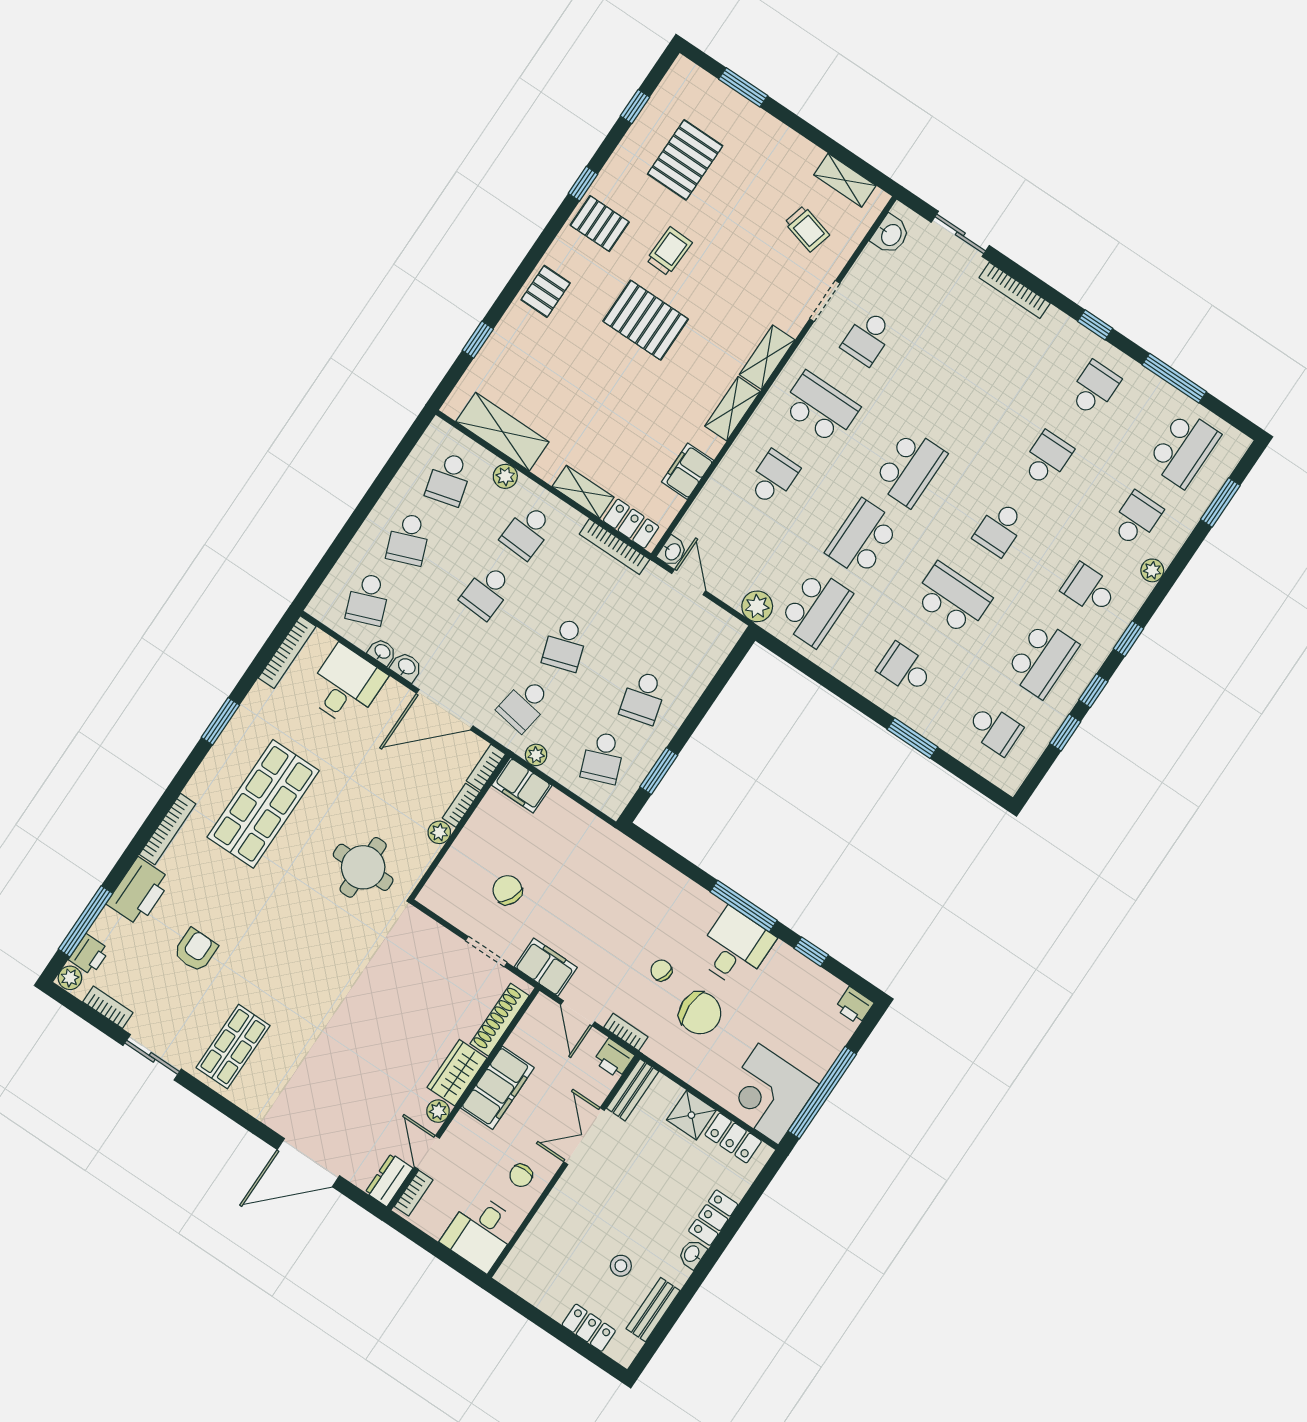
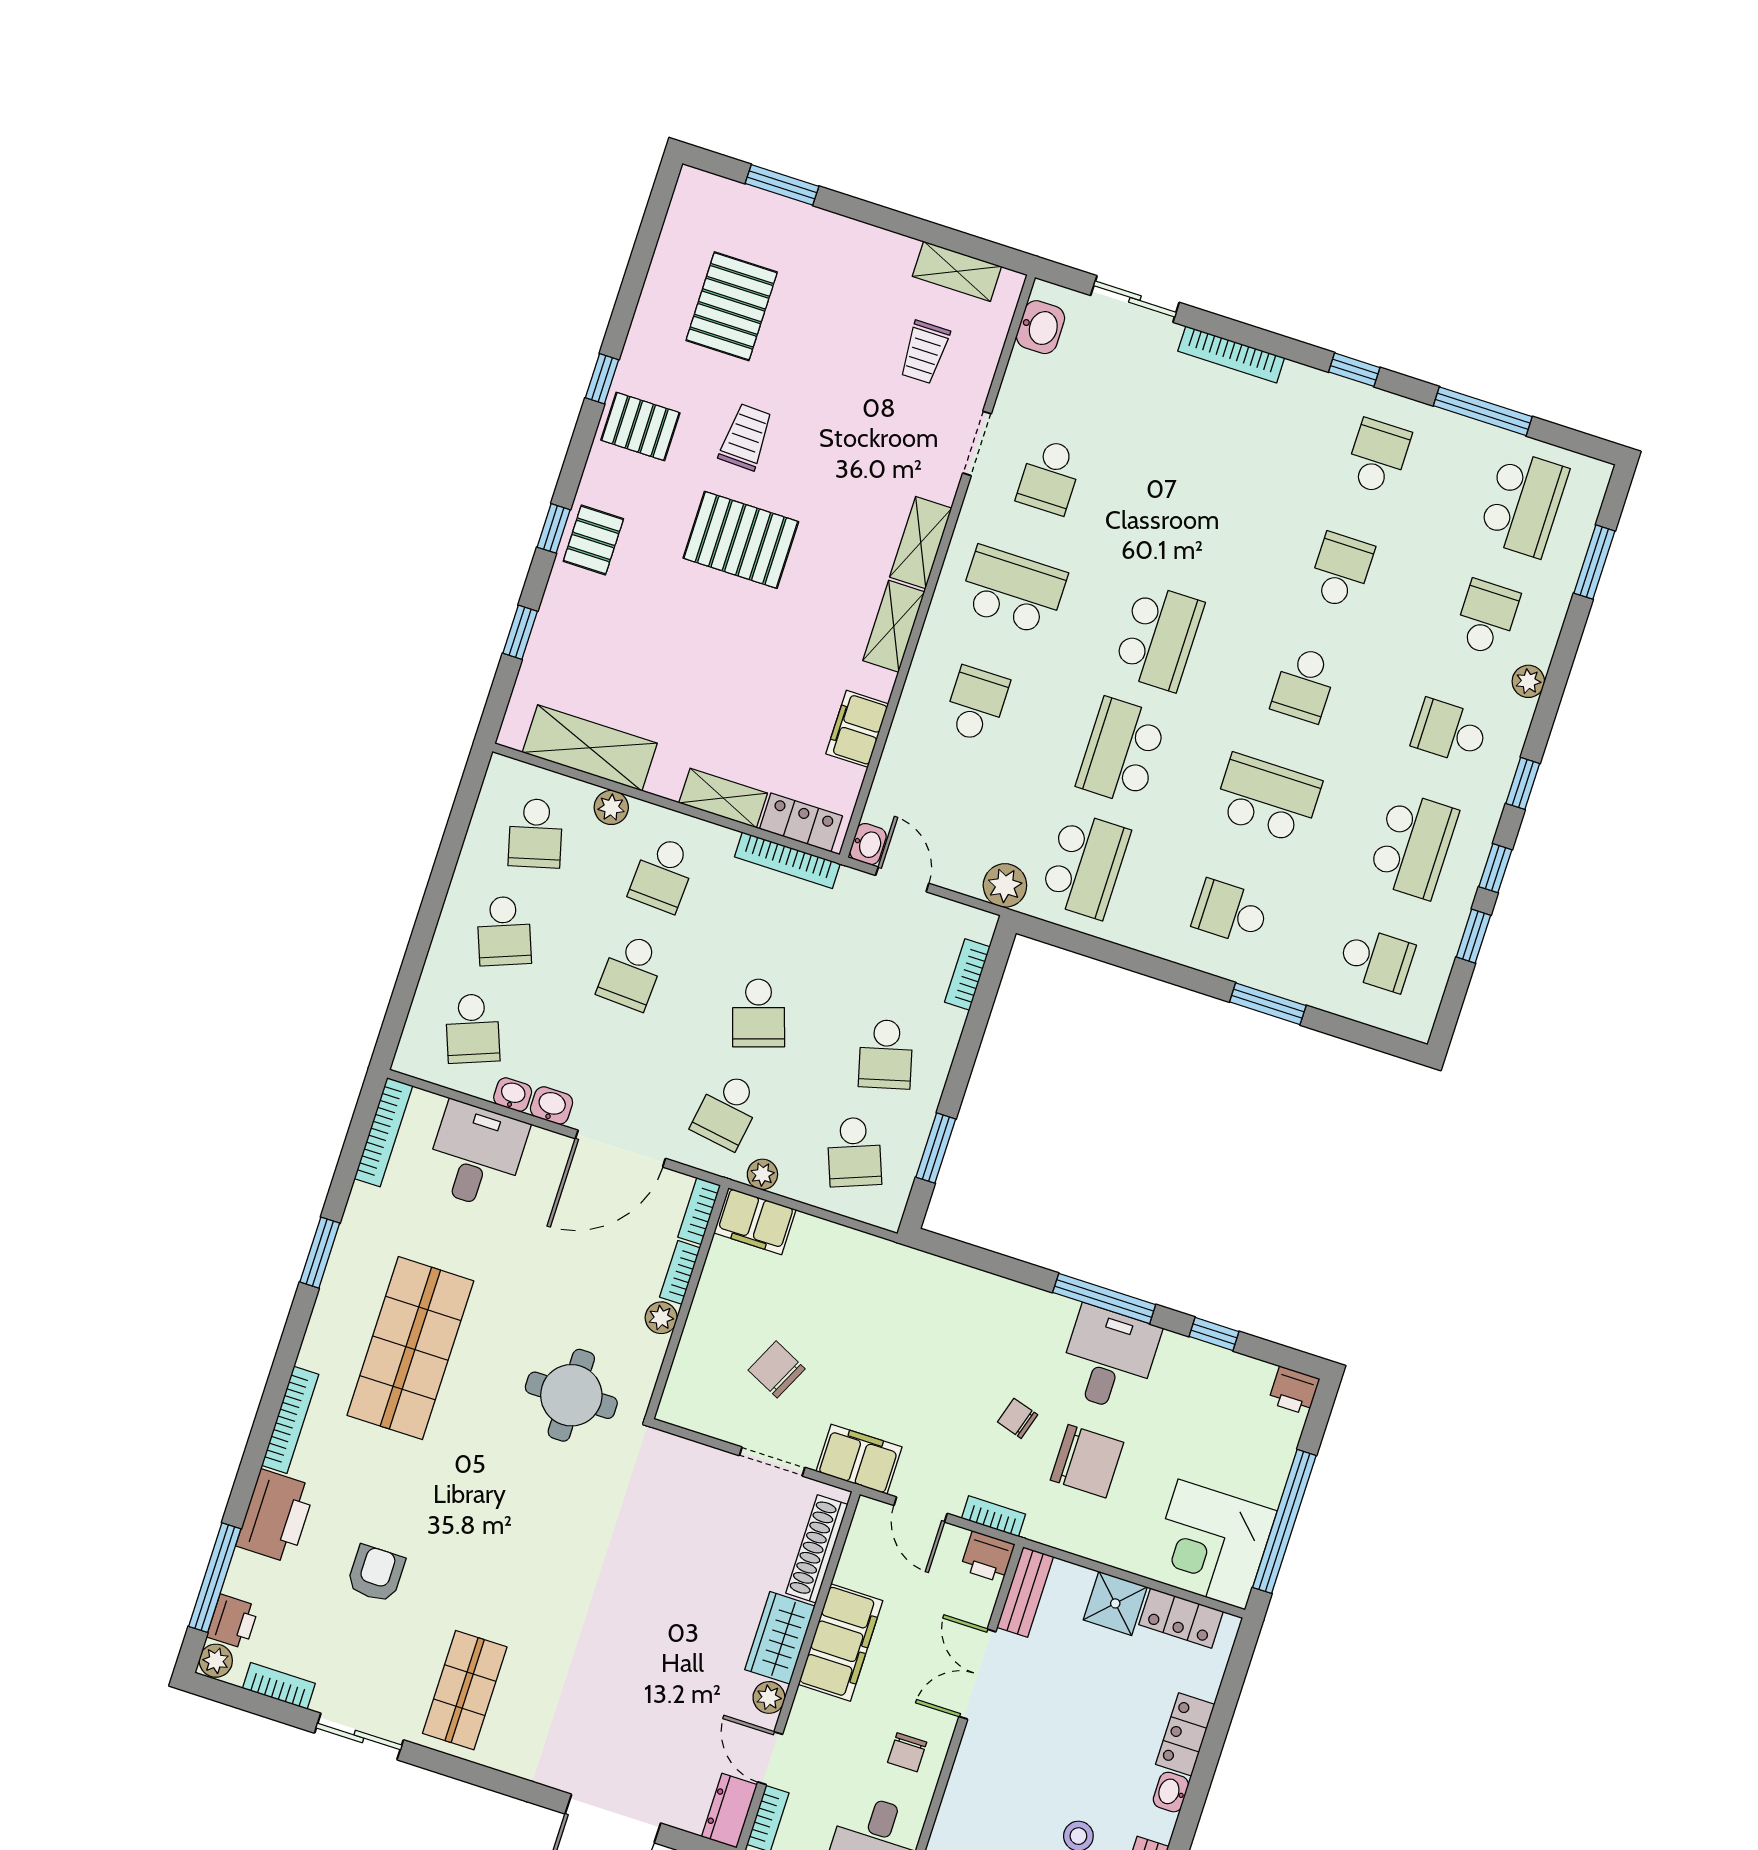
window: (635, 107) -> (554, 528), moved
trolley: (807, 229) -> (925, 352), turned 75
bookcase: (714, 659) -> (967, 975), added

